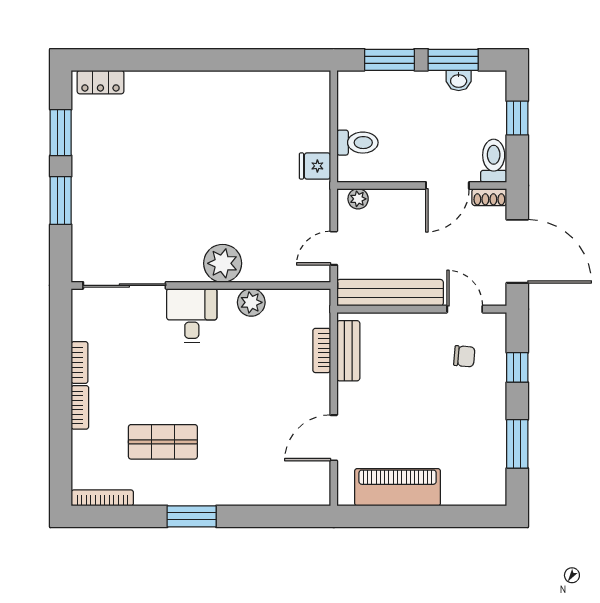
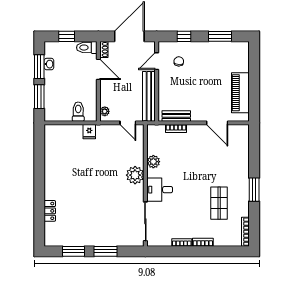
locker: (100, 82) -> (50, 211), moved

